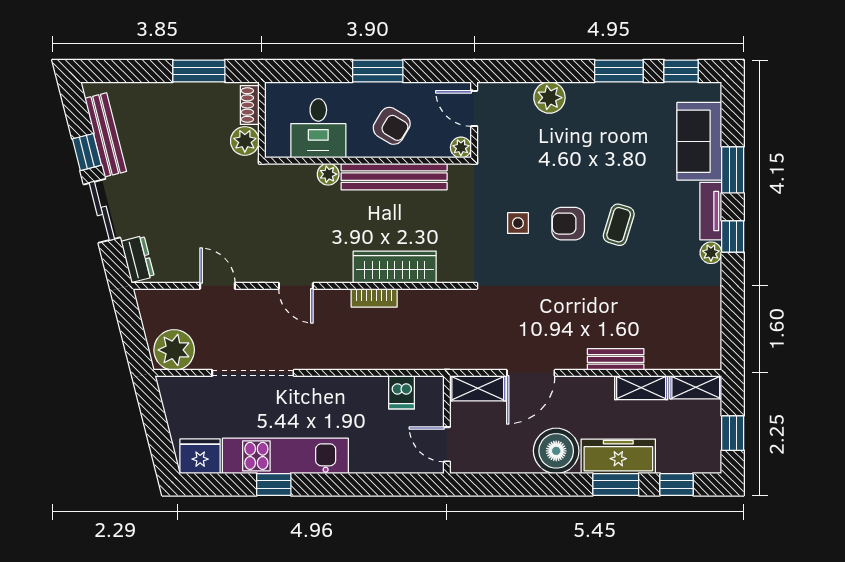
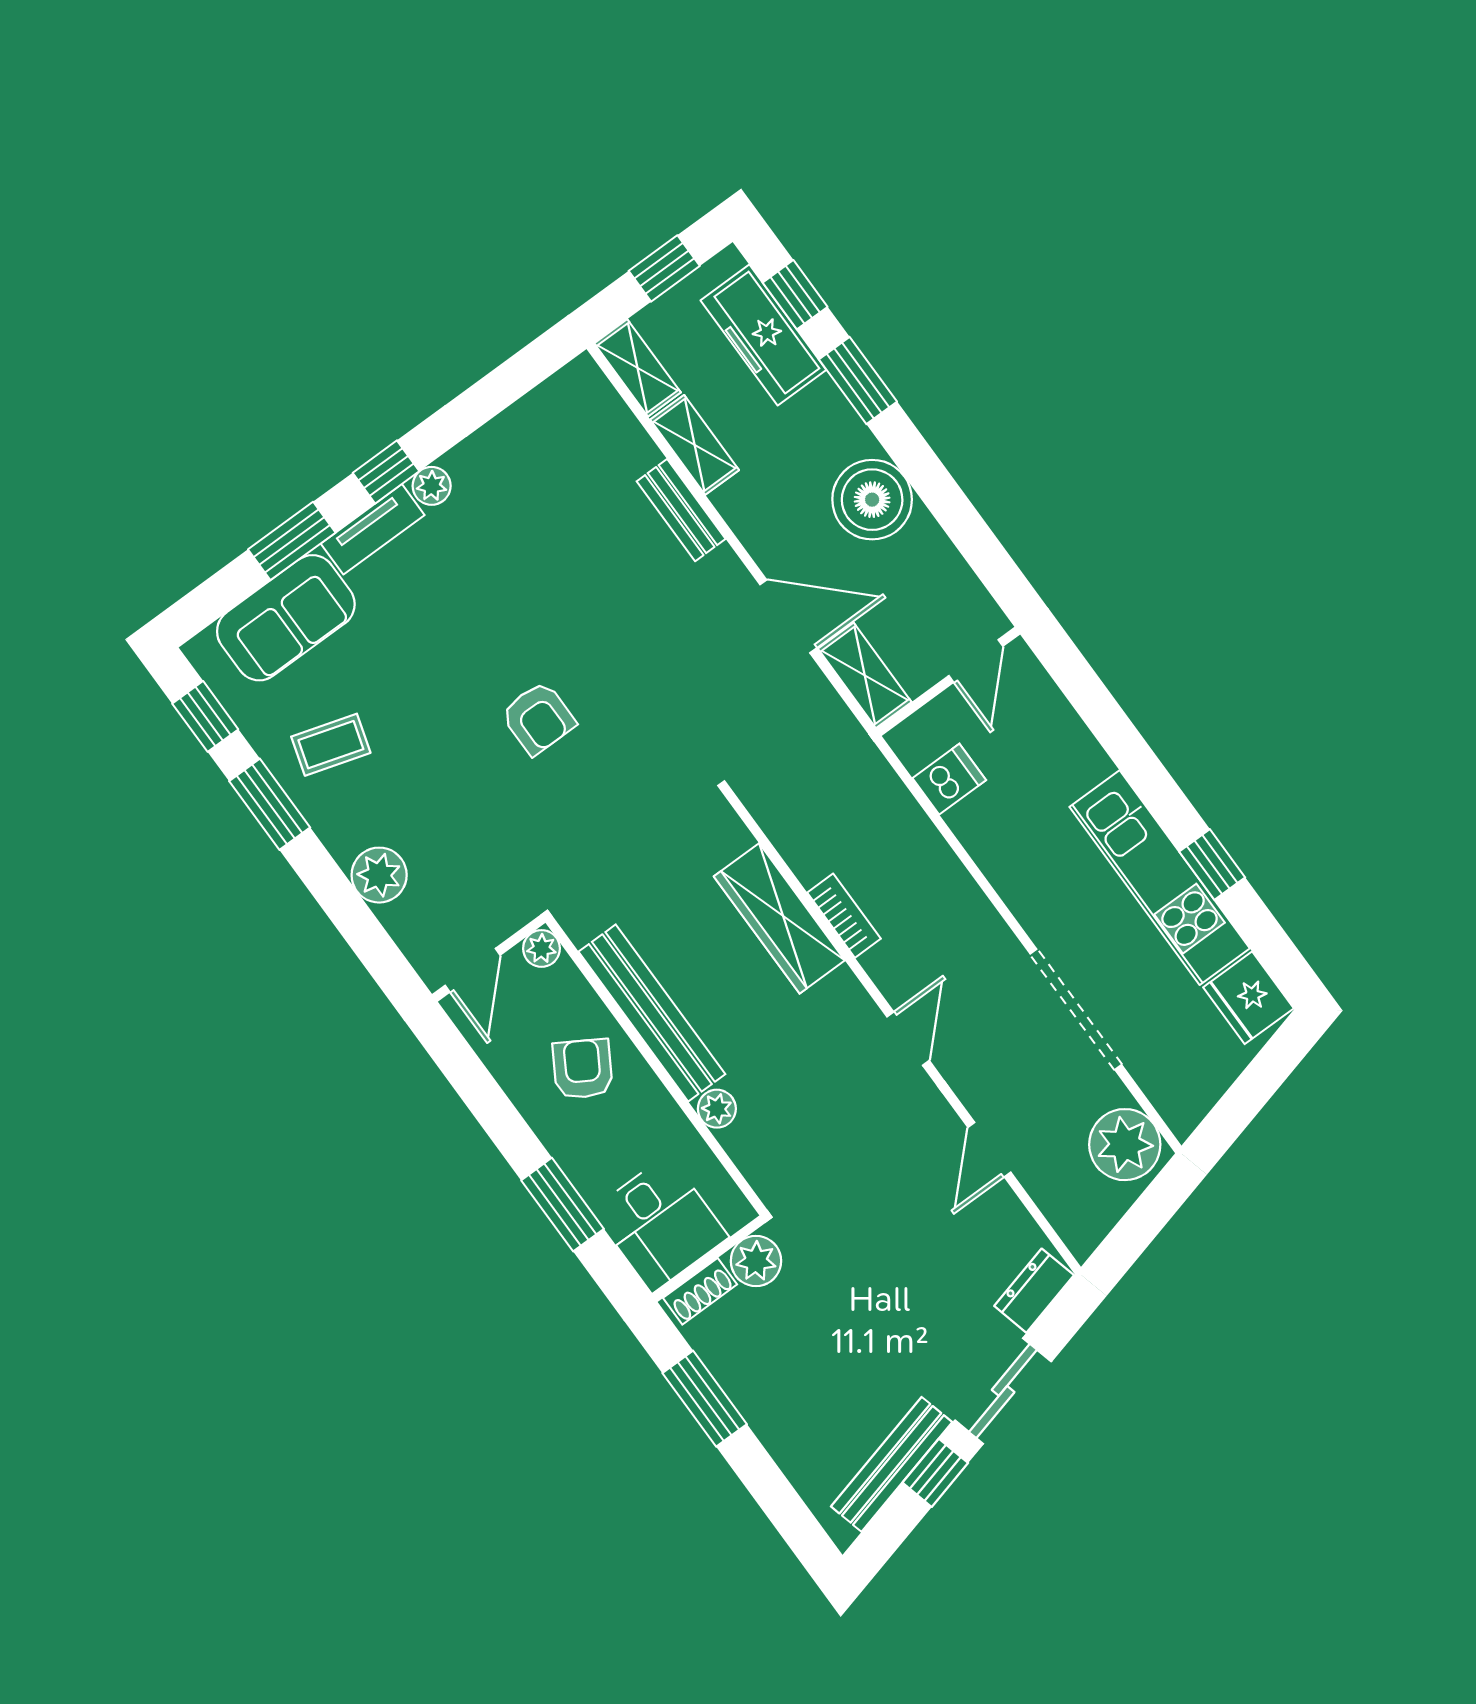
window: (378, 71) -> (563, 1205), moved
desk: (318, 128) -> (660, 1224), moved, turned 90
side table: (518, 223) -> (589, 790), removed
coffee table: (619, 225) -> (331, 745), moved
freezer: (618, 456) -> (763, 335), moved

